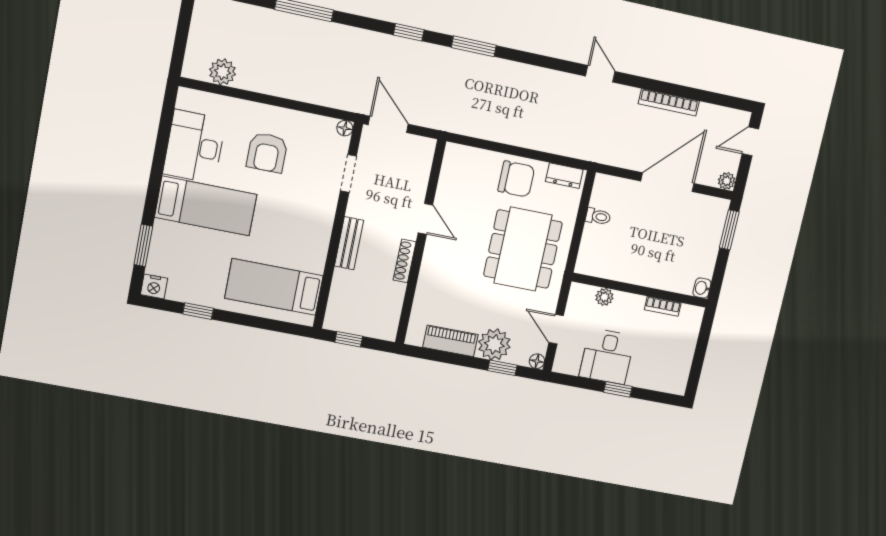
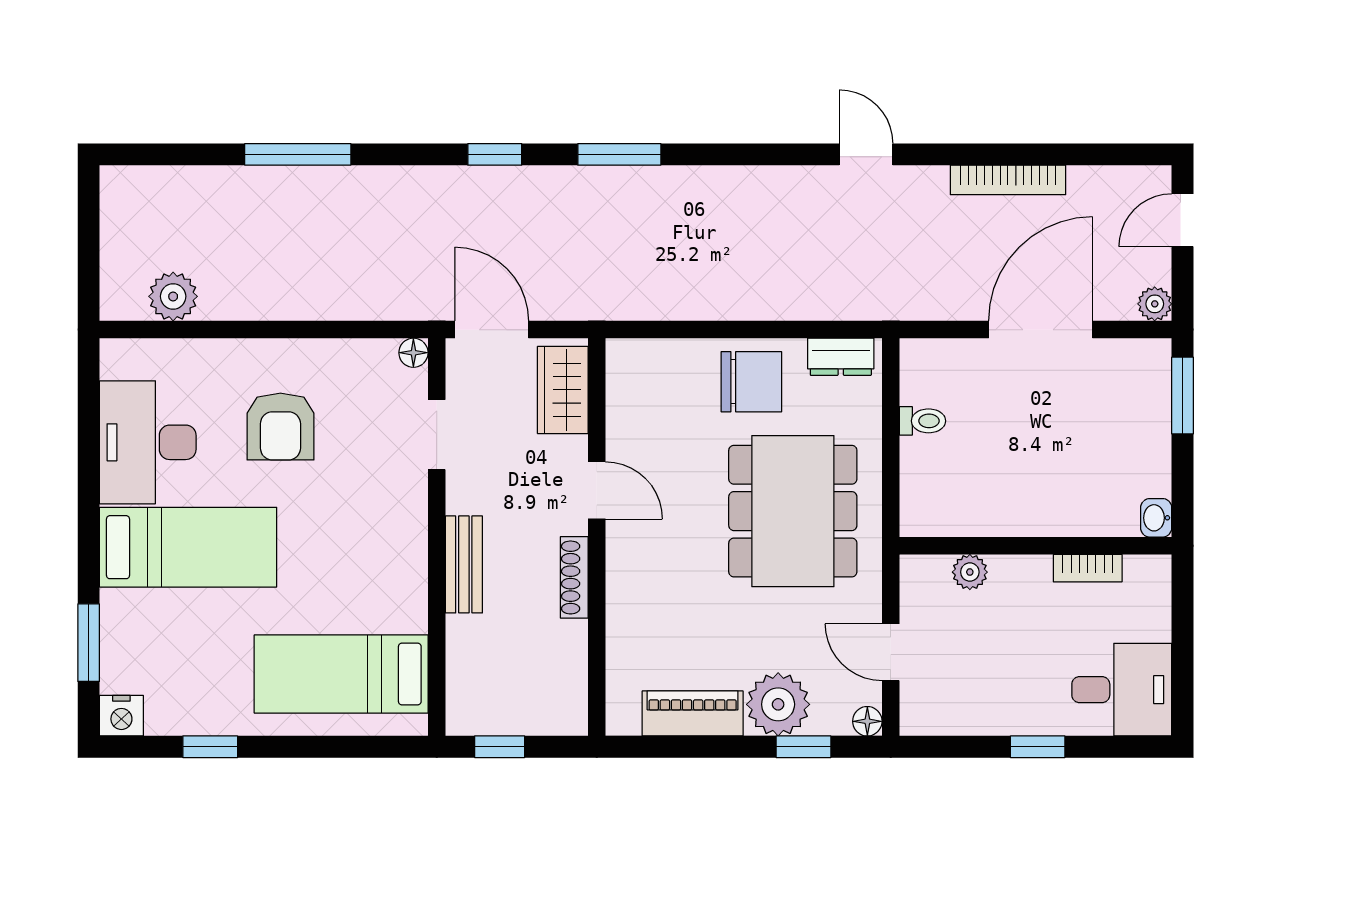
wardrobe: (419, 164) -> (563, 390), added
desk: (607, 356) -> (1122, 690), moved, turned -90

